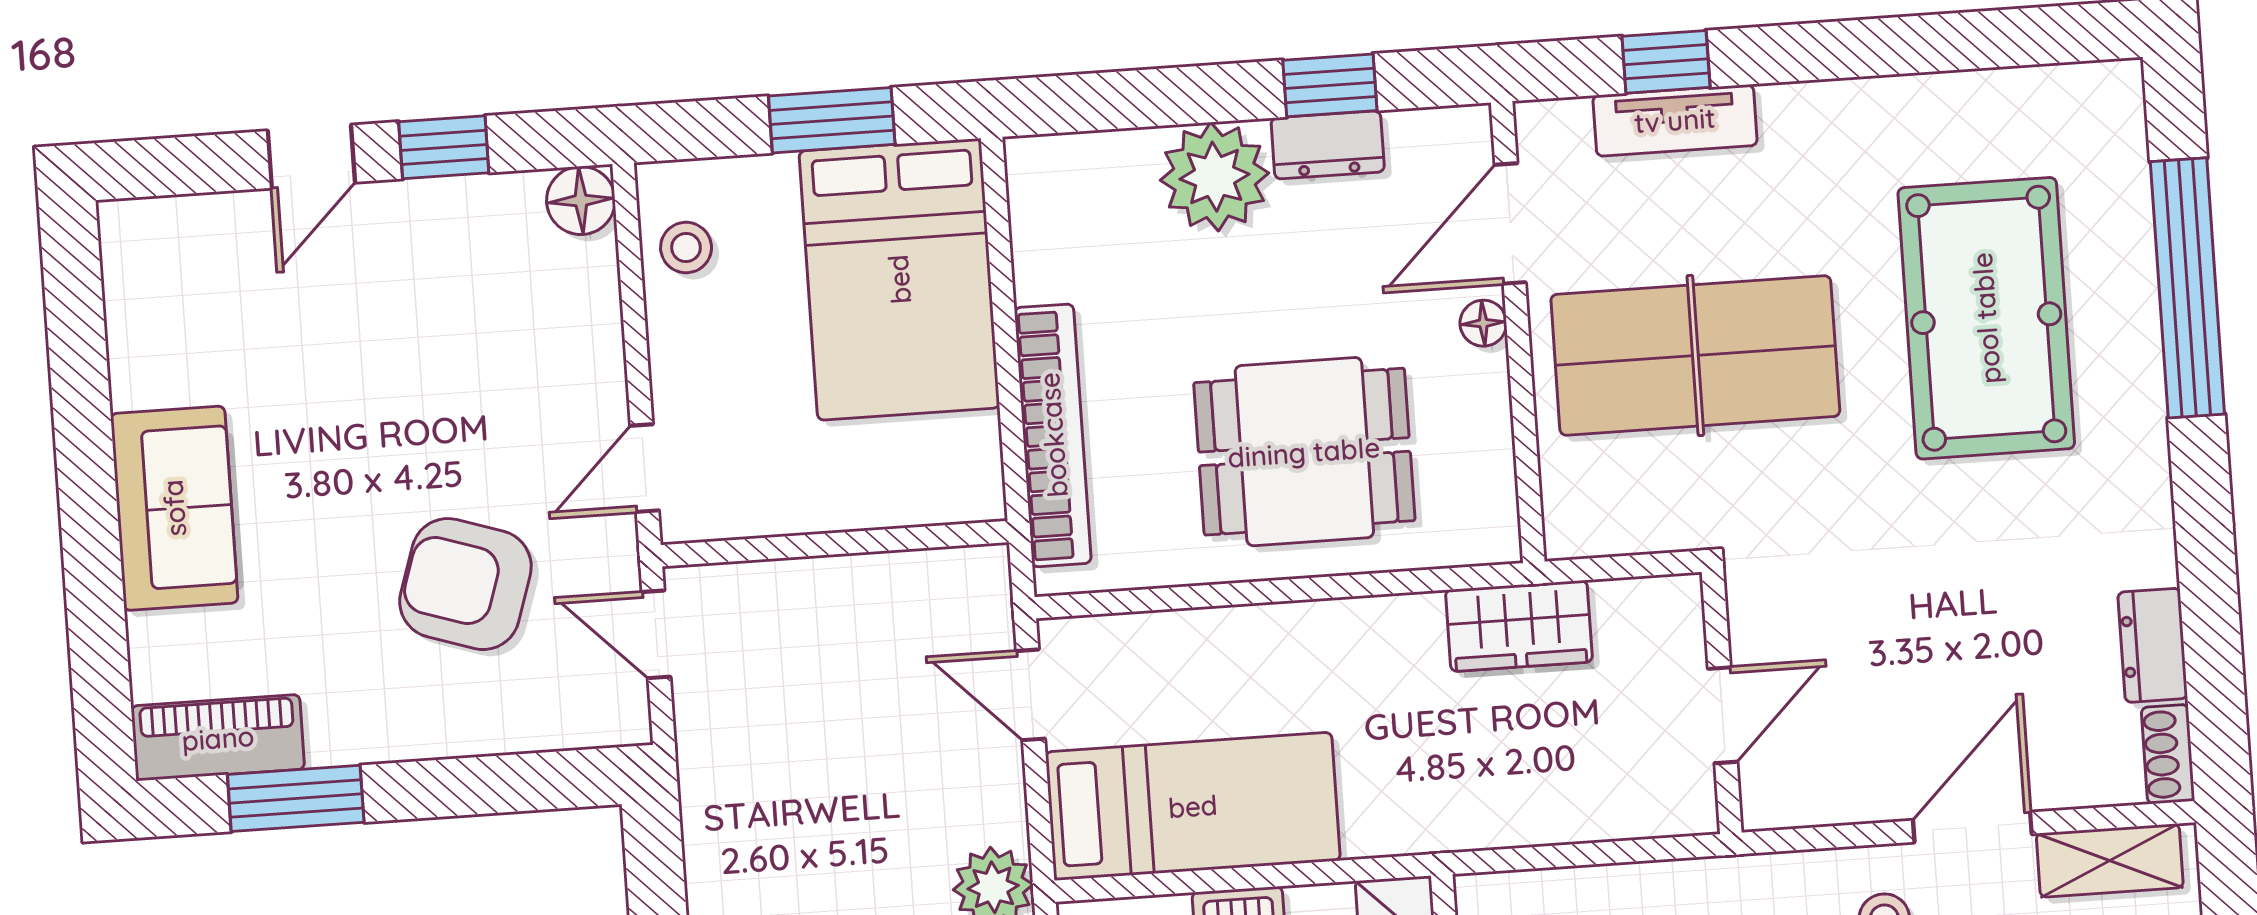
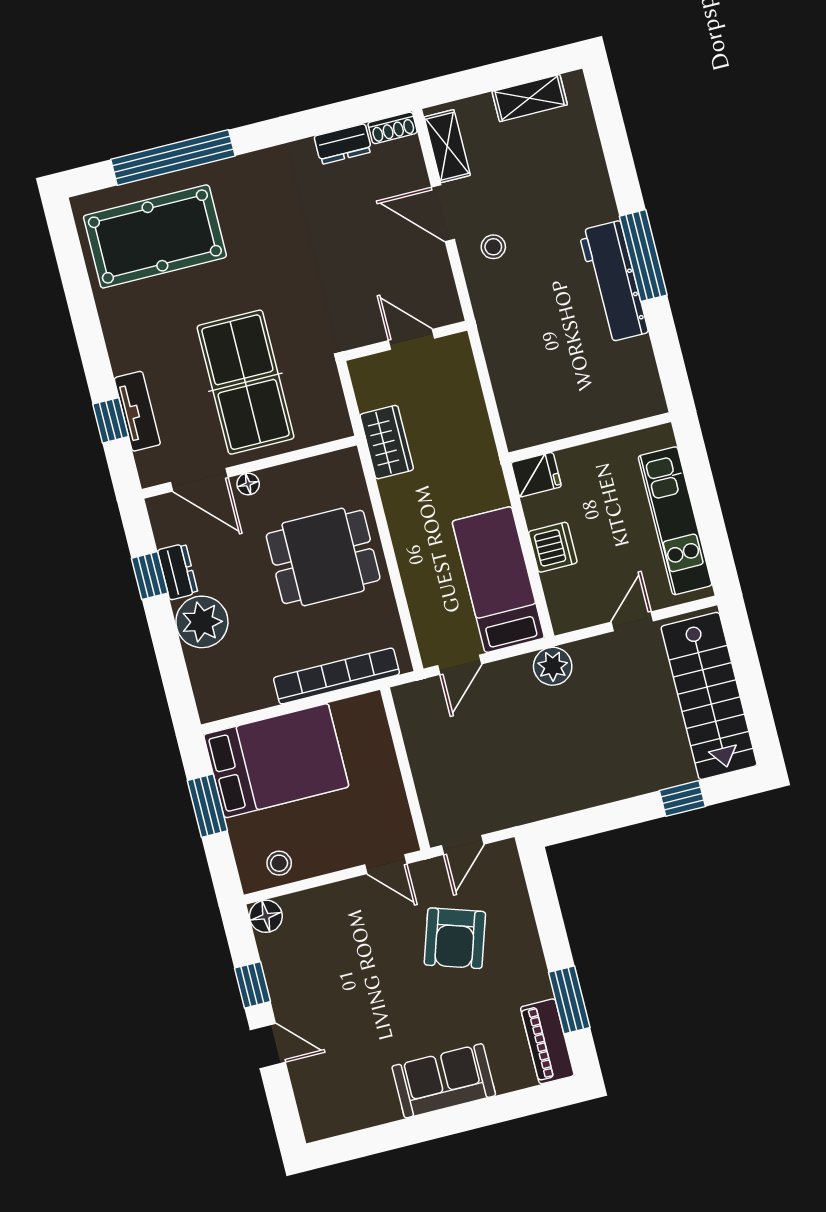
pool table: (1986, 318) -> (155, 236), moved
dining table: (1304, 452) -> (323, 557), turned 90

